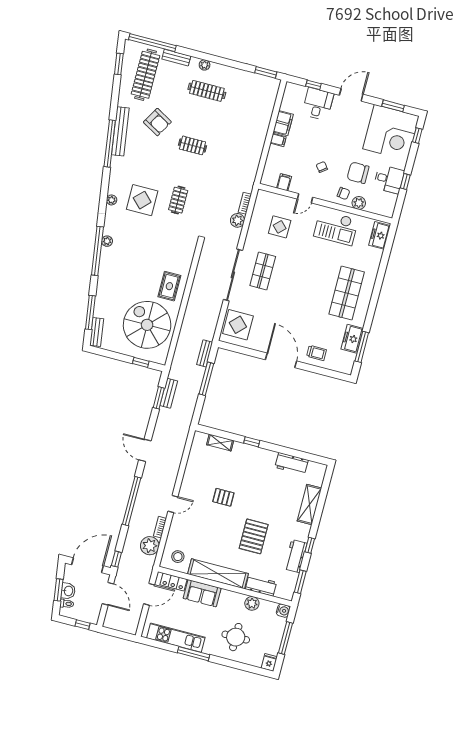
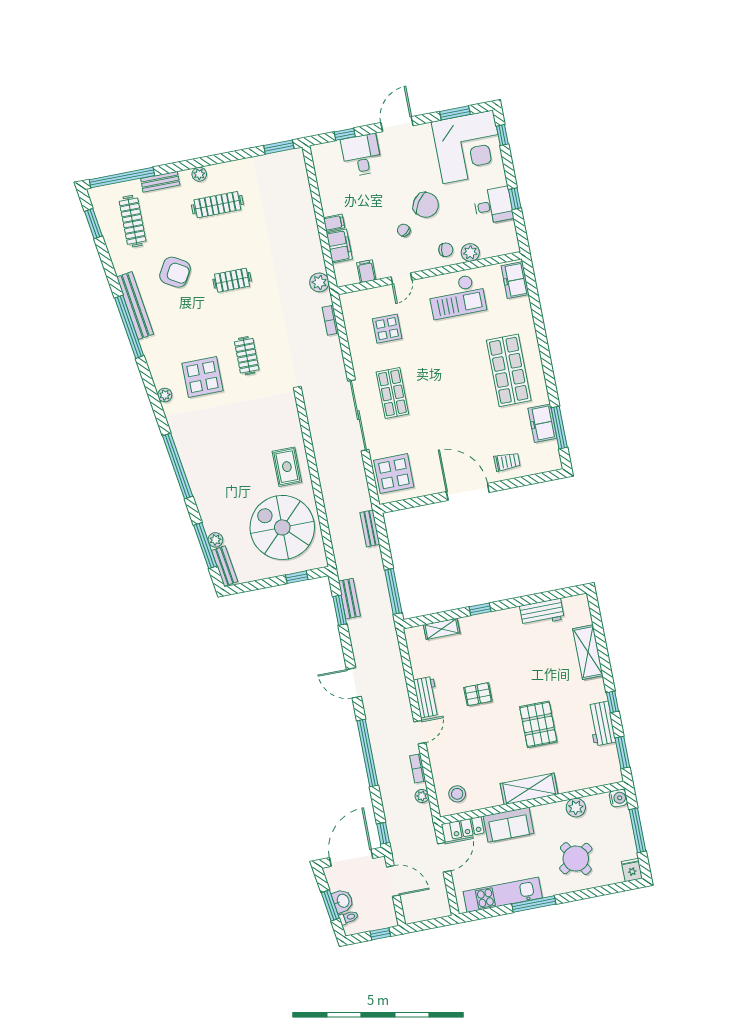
clothes rail: (146, 75) -> (133, 221), width x0.73, depth x0.76
filing cabinet: (283, 123) -> (339, 246), moved
chair: (358, 173) -> (426, 205), moved, turned -146
plant: (237, 220) -> (319, 282), moved
plant: (107, 241) -> (215, 540), moved
window: (206, 379) -> (393, 591), moved
plant: (150, 546) -> (422, 796), width x0.53, depth x0.53
shelving: (218, 574) -> (529, 789), width x0.68
workbench: (261, 586) -> (427, 697), moved, turned 90
round table: (236, 637) -> (576, 859), turned -32

